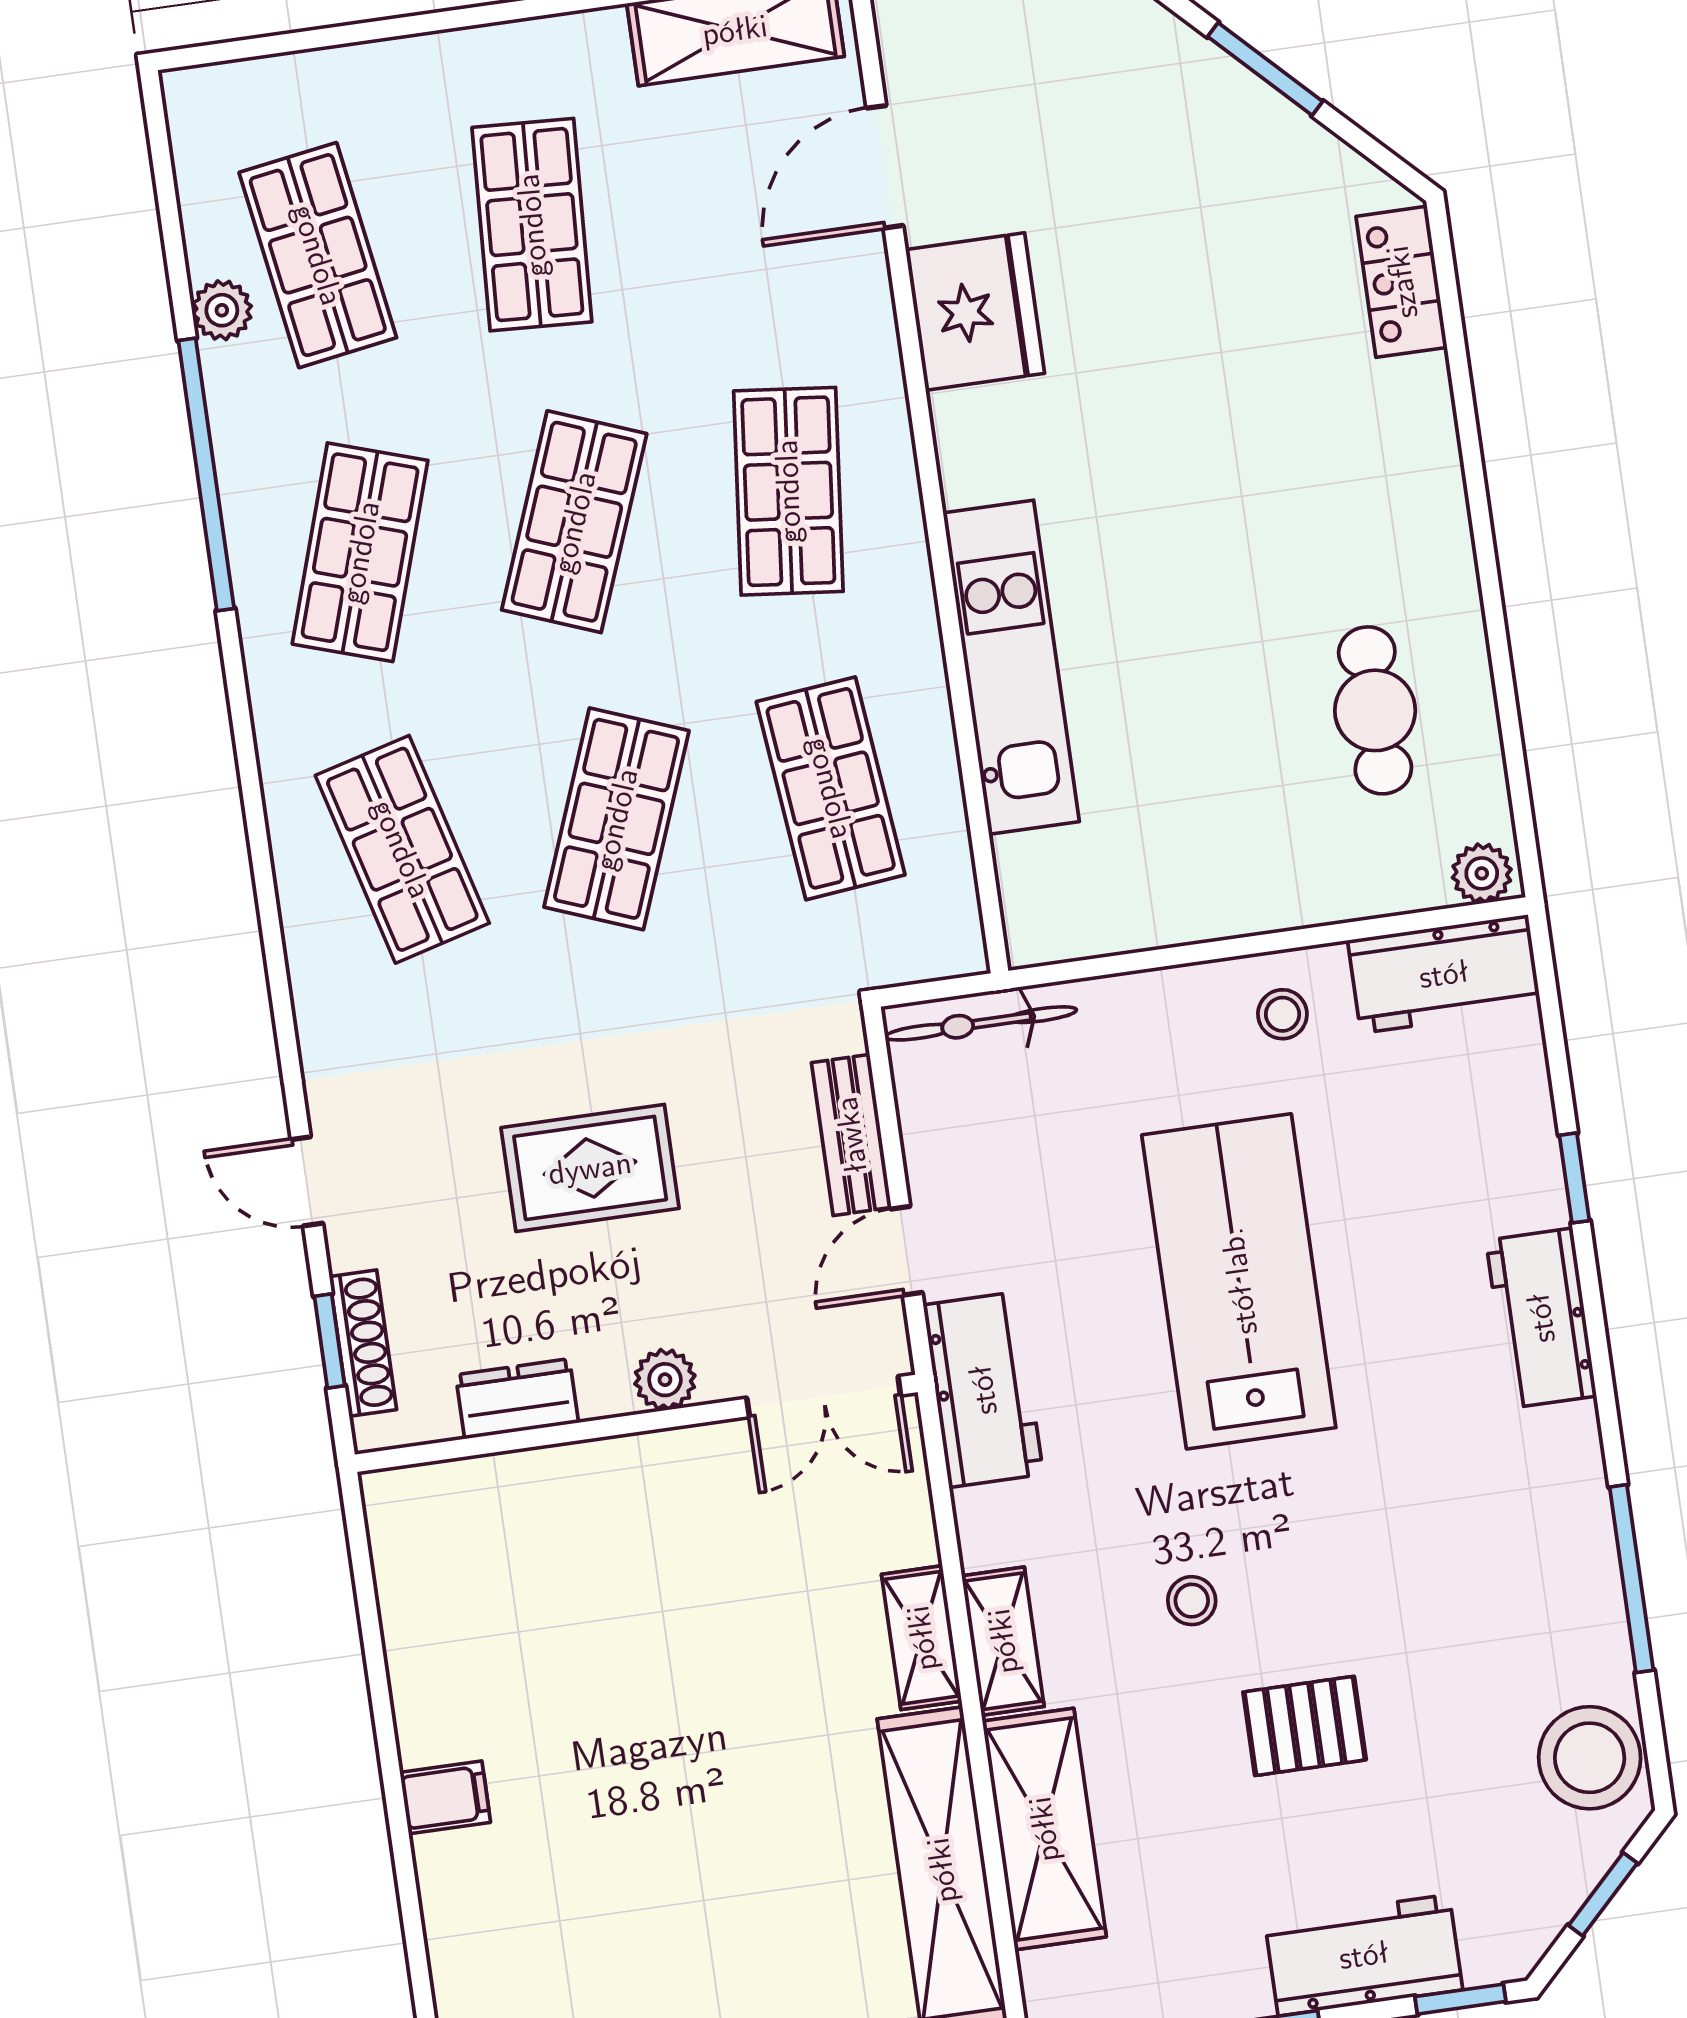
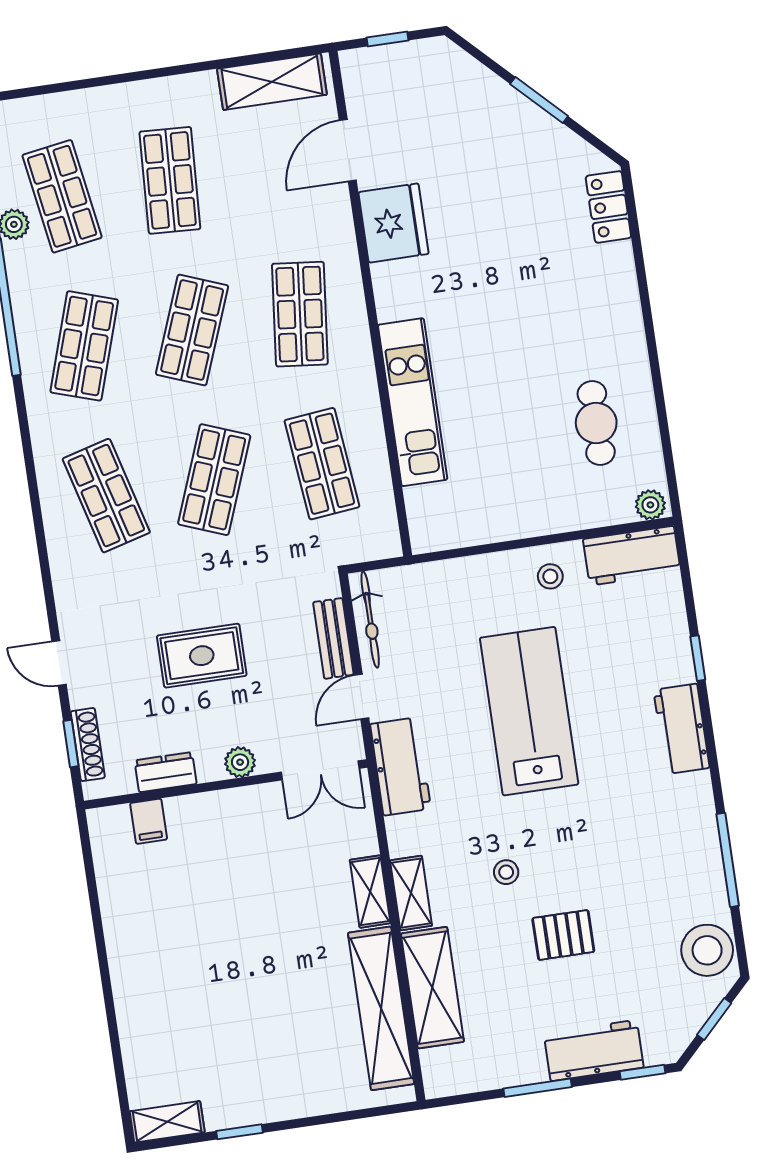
bicycle: (981, 1023) -> (370, 620), moved, turned -90
filing cabinet: (445, 1797) -> (149, 821), moved, turned 90

